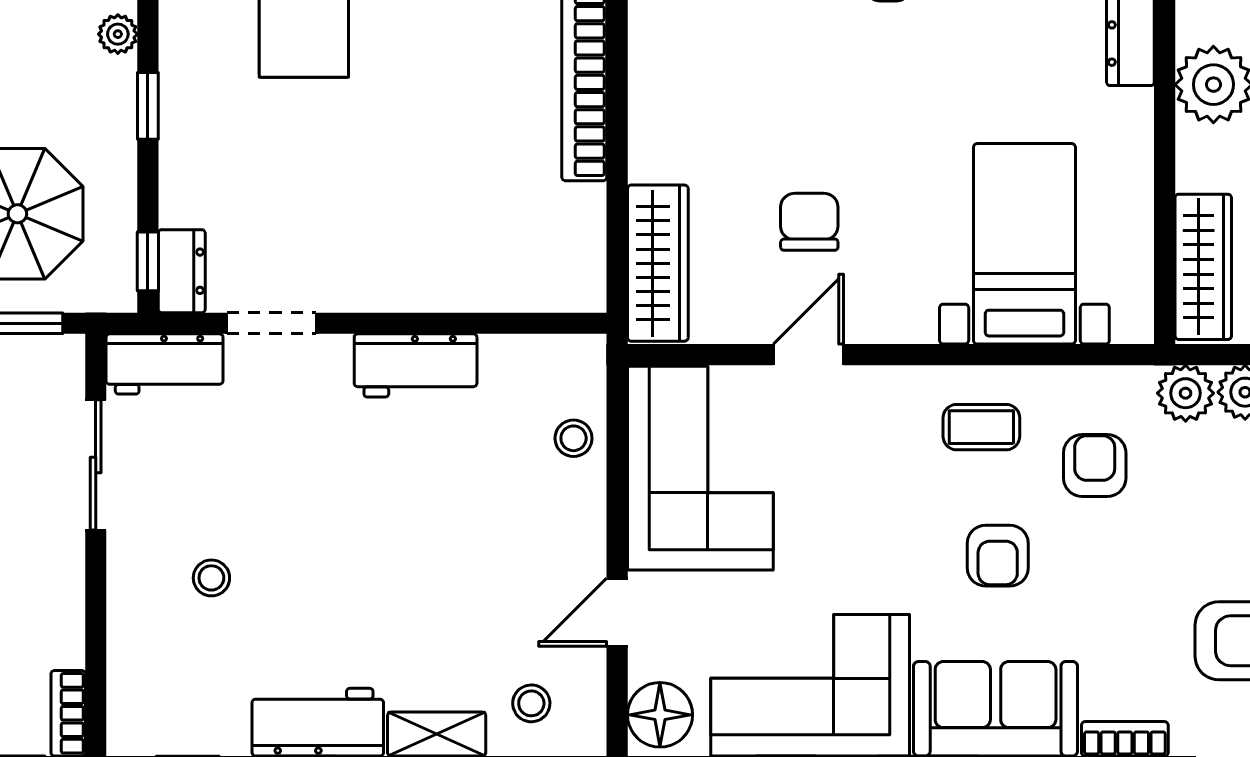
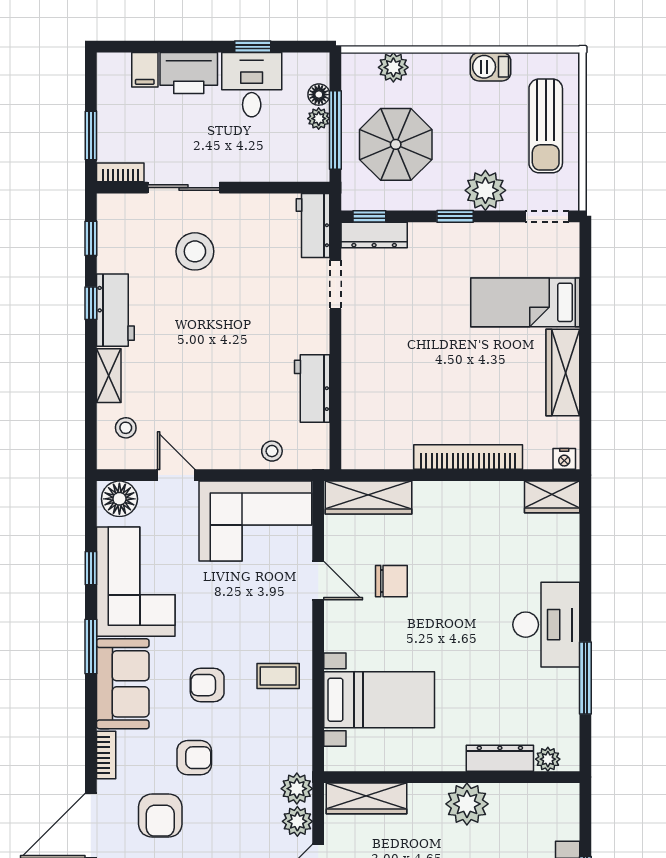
plant: (118, 34) -> (485, 190), width x1.88, depth x1.88
dresser: (182, 271) -> (374, 235), width x1.44
workbench: (416, 365) -> (312, 388), moved
coffee table: (981, 427) -> (278, 676), turned 90
sliding door: (96, 465) -> (184, 188), moved
armchair: (1095, 465) -> (194, 758), moved
stool: (211, 578) -> (195, 251), width x1.89, depth x1.89

